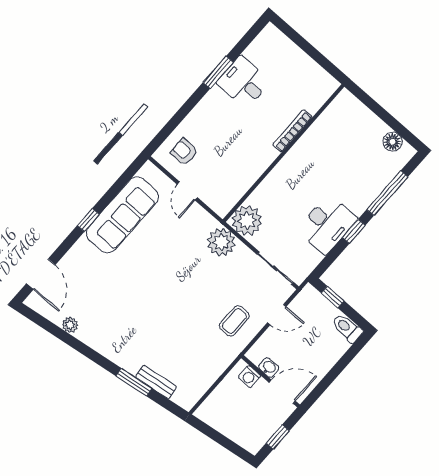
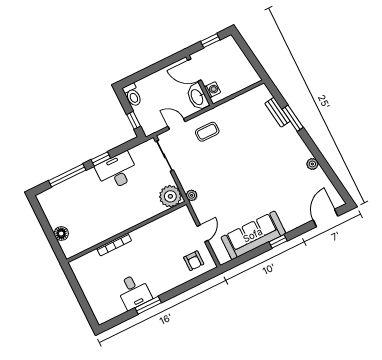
floor lamp: (392, 142) -> (61, 234), moved
plant: (221, 242) -> (192, 195), width x0.53, depth x0.53
plant: (70, 325) -> (312, 164), moved
washbasin: (269, 367) -> (197, 97), width x1.91, depth x1.45

